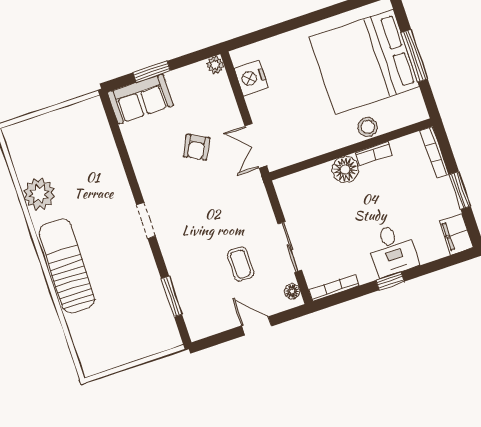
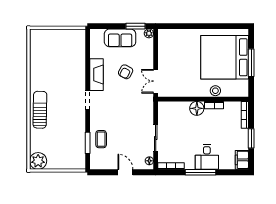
window: (152, 72) -> (135, 26), moved
nightstand: (251, 78) -> (165, 46), removed
sofa: (141, 99) -> (120, 38), moved
fireplace: (146, 169) -> (96, 75), added
plant: (39, 194) -> (38, 161), moved
coffee table: (241, 264) -> (101, 139), moved
sun lounger: (67, 266) -> (40, 110), width x0.73, depth x0.75
window: (390, 281) -> (201, 172), width x2.17

